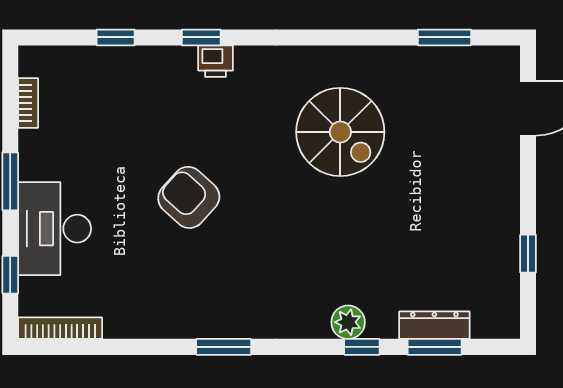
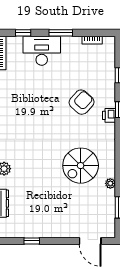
plant: (385, 58) -> (110, 183), added
armchair: (189, 197) -> (82, 102), moved

